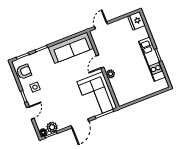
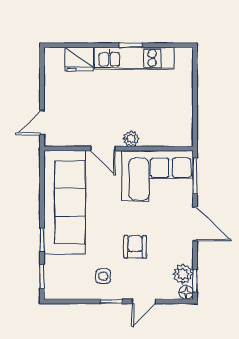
fridge: (136, 21) -> (79, 59), moved
door: (101, 25) -> (42, 123), hinge flipped
sofa: (71, 48) -> (65, 202), width x1.36, depth x1.27
armchair: (24, 72) -> (135, 247), moved
door: (30, 113) -> (144, 301), swing flipped

